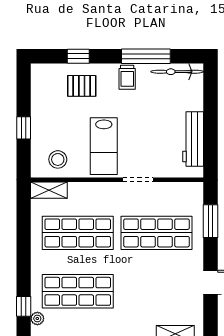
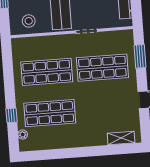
shelving: (49, 190) -> (24, 43), removed
window: (24, 306) -> (12, 115), moved

